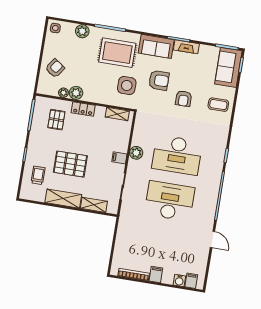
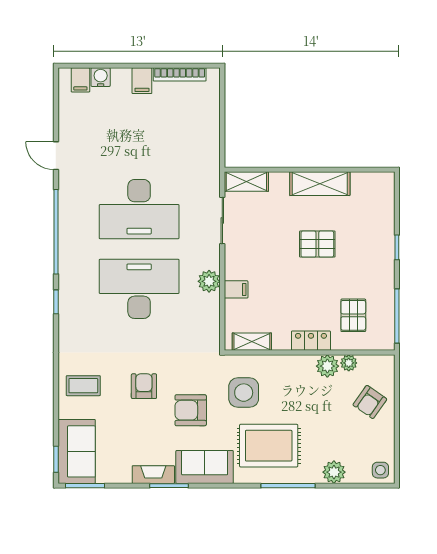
filing cabinet: (119, 158) -> (236, 289), moved
pallet: (70, 164) -> (317, 244), width x0.67, depth x0.71
trolley: (38, 175) -> (369, 216), removed
shelving: (94, 205) -> (246, 182), moved

